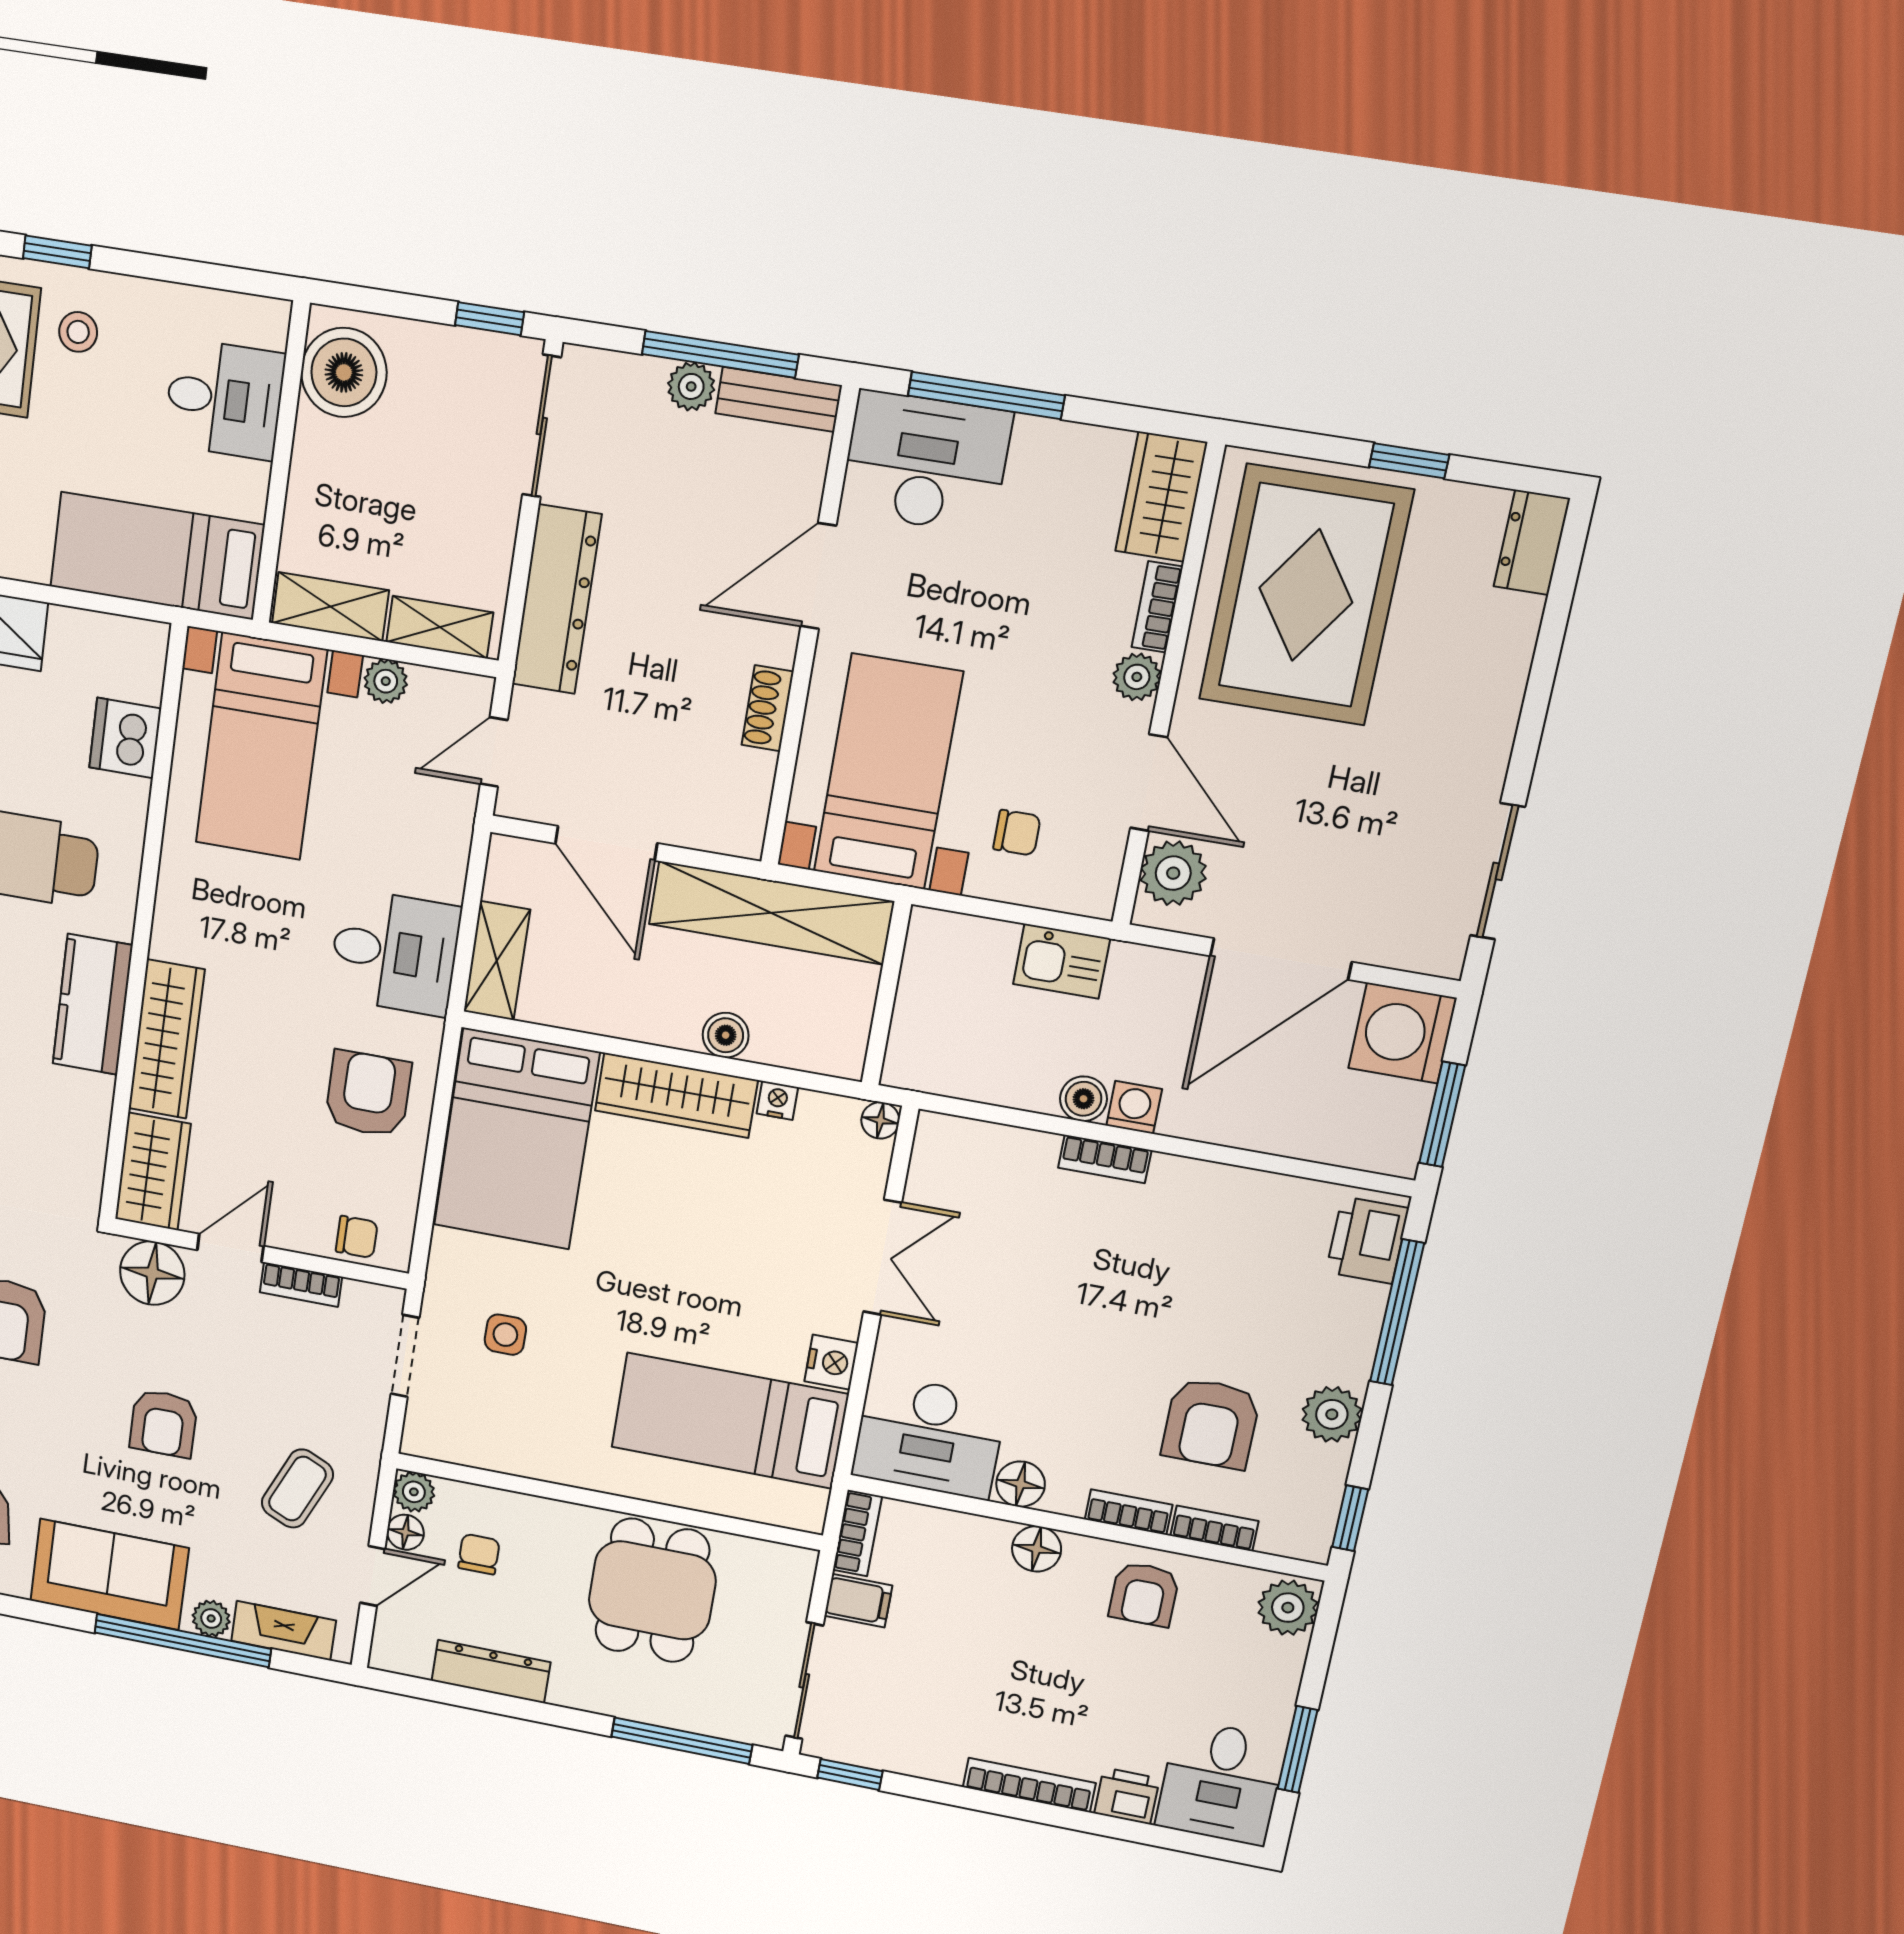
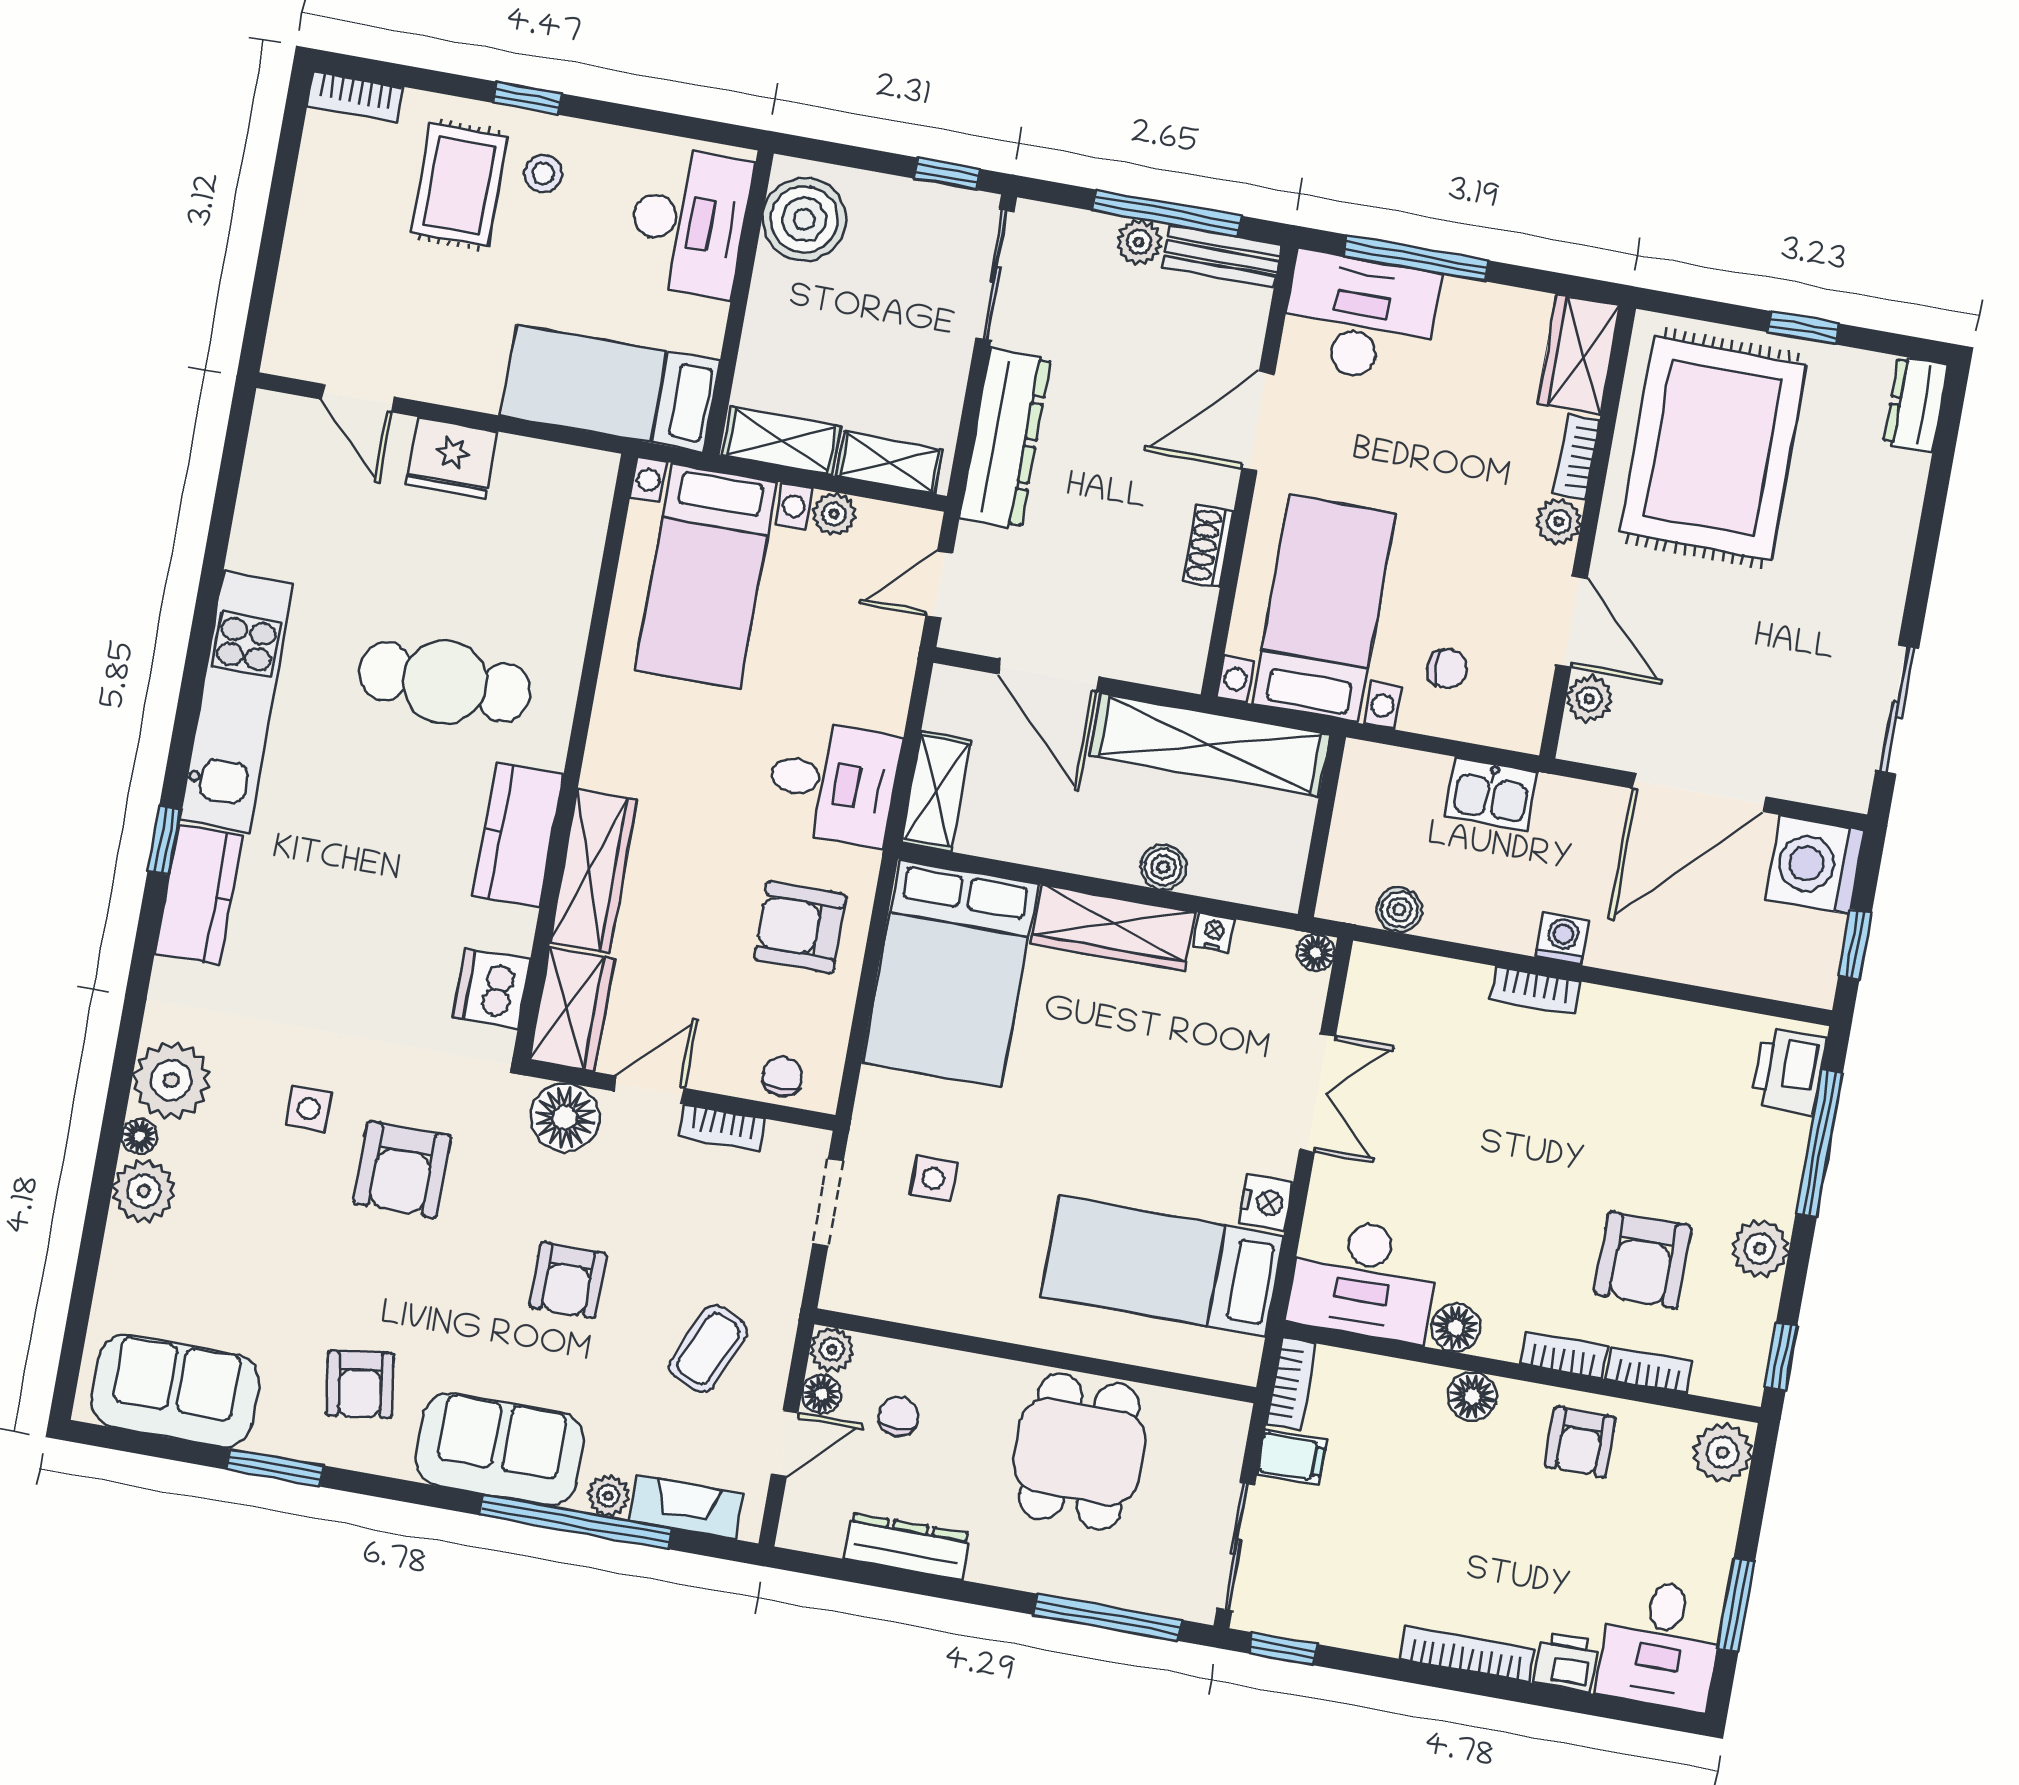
desk: (224, 399) -> (689, 222), width x1.37
dishwasher: (125, 738) -> (492, 989), moved
plant: (1173, 873) -> (1589, 699), width x0.73, depth x0.73
armchair: (368, 1094) -> (800, 927), turned -90
boiler: (1083, 1099) -> (1399, 910), moved
window: (1442, 1114) -> (1855, 944), width x0.67
chair: (357, 1237) -> (782, 1077), turned -90

